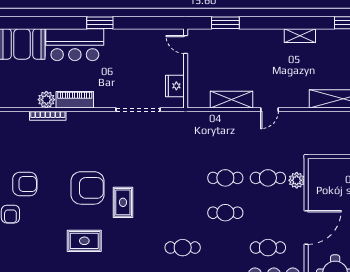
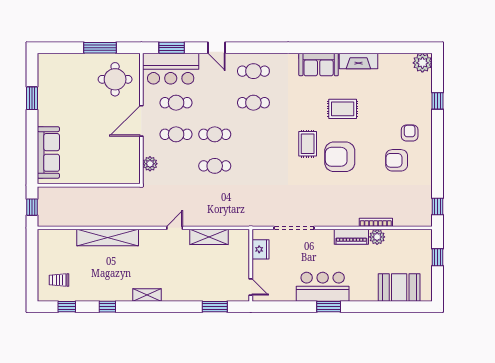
bar counter: (75, 45) -> (323, 287), moved
cafe table: (268, 178) -> (176, 134), moved

